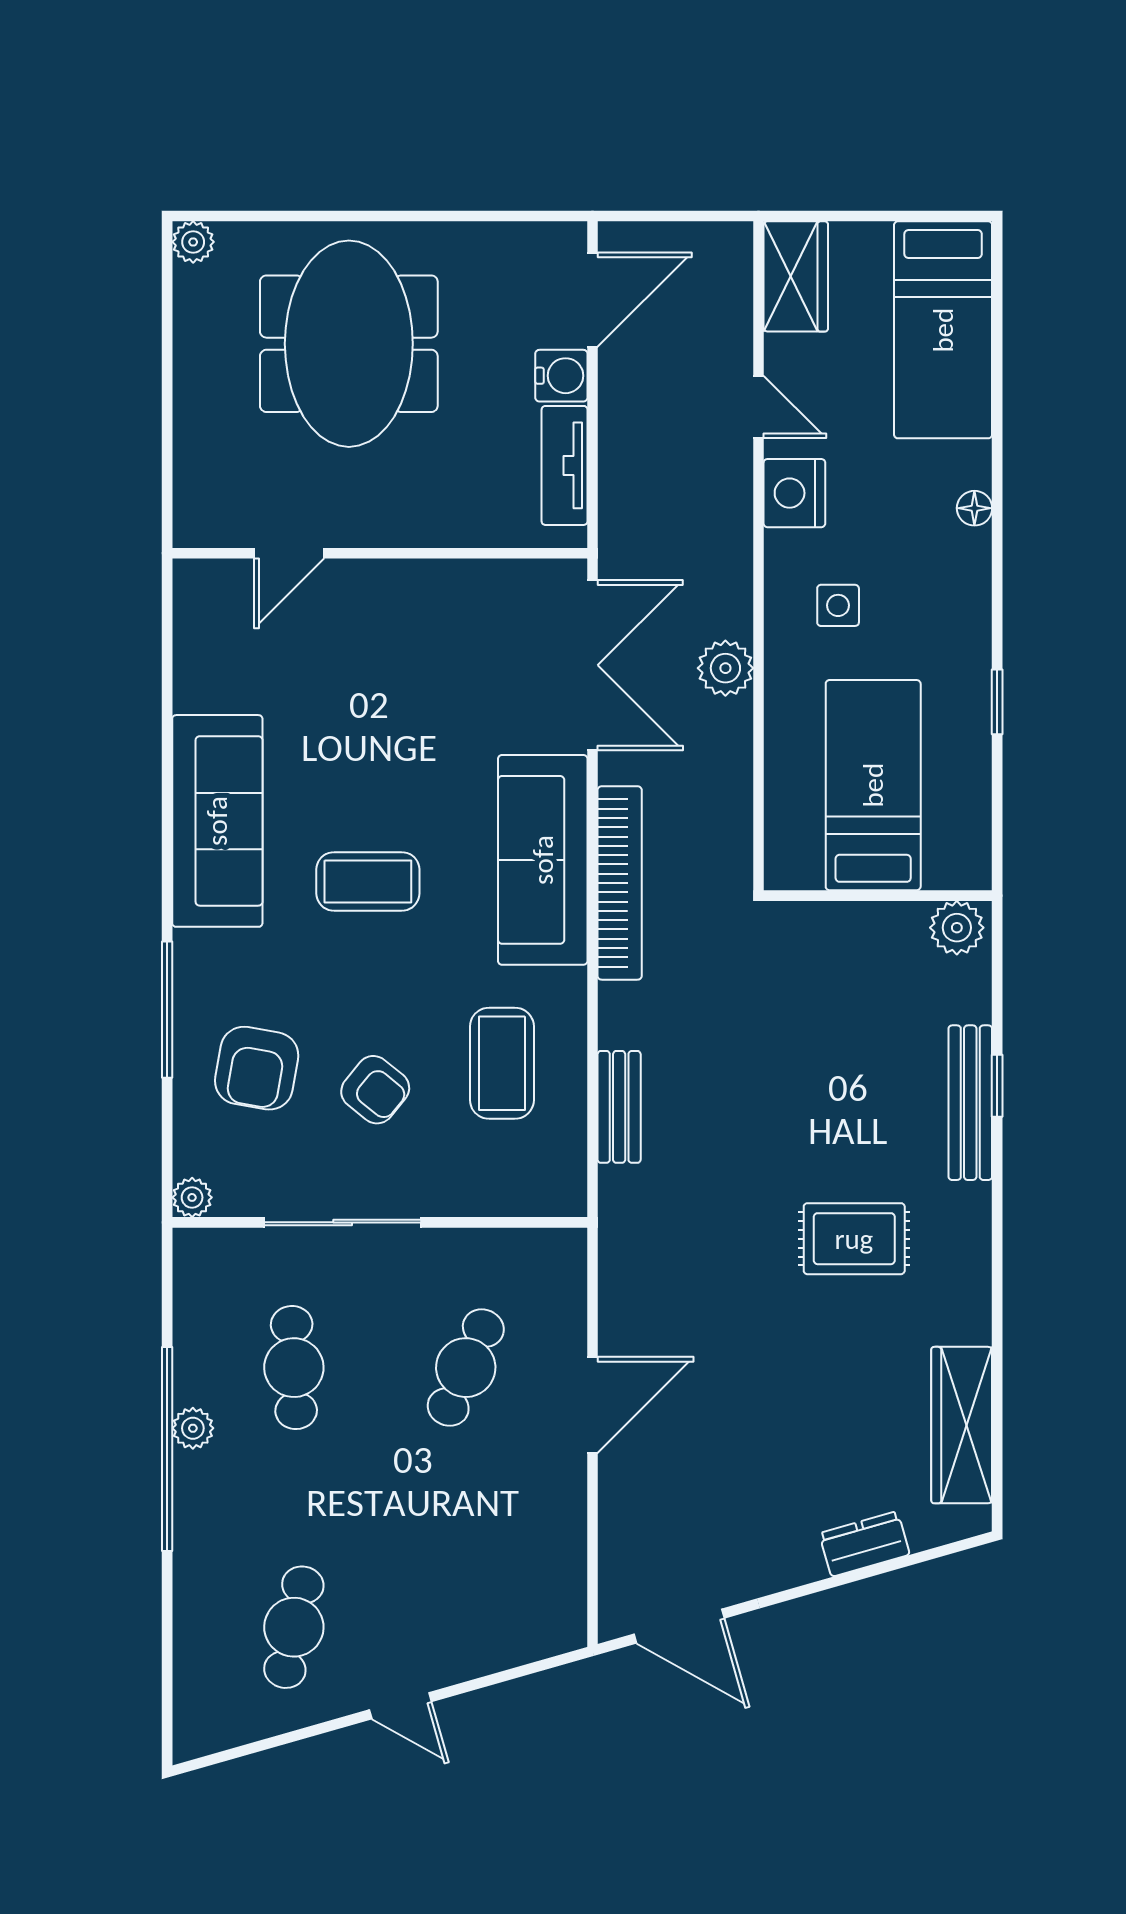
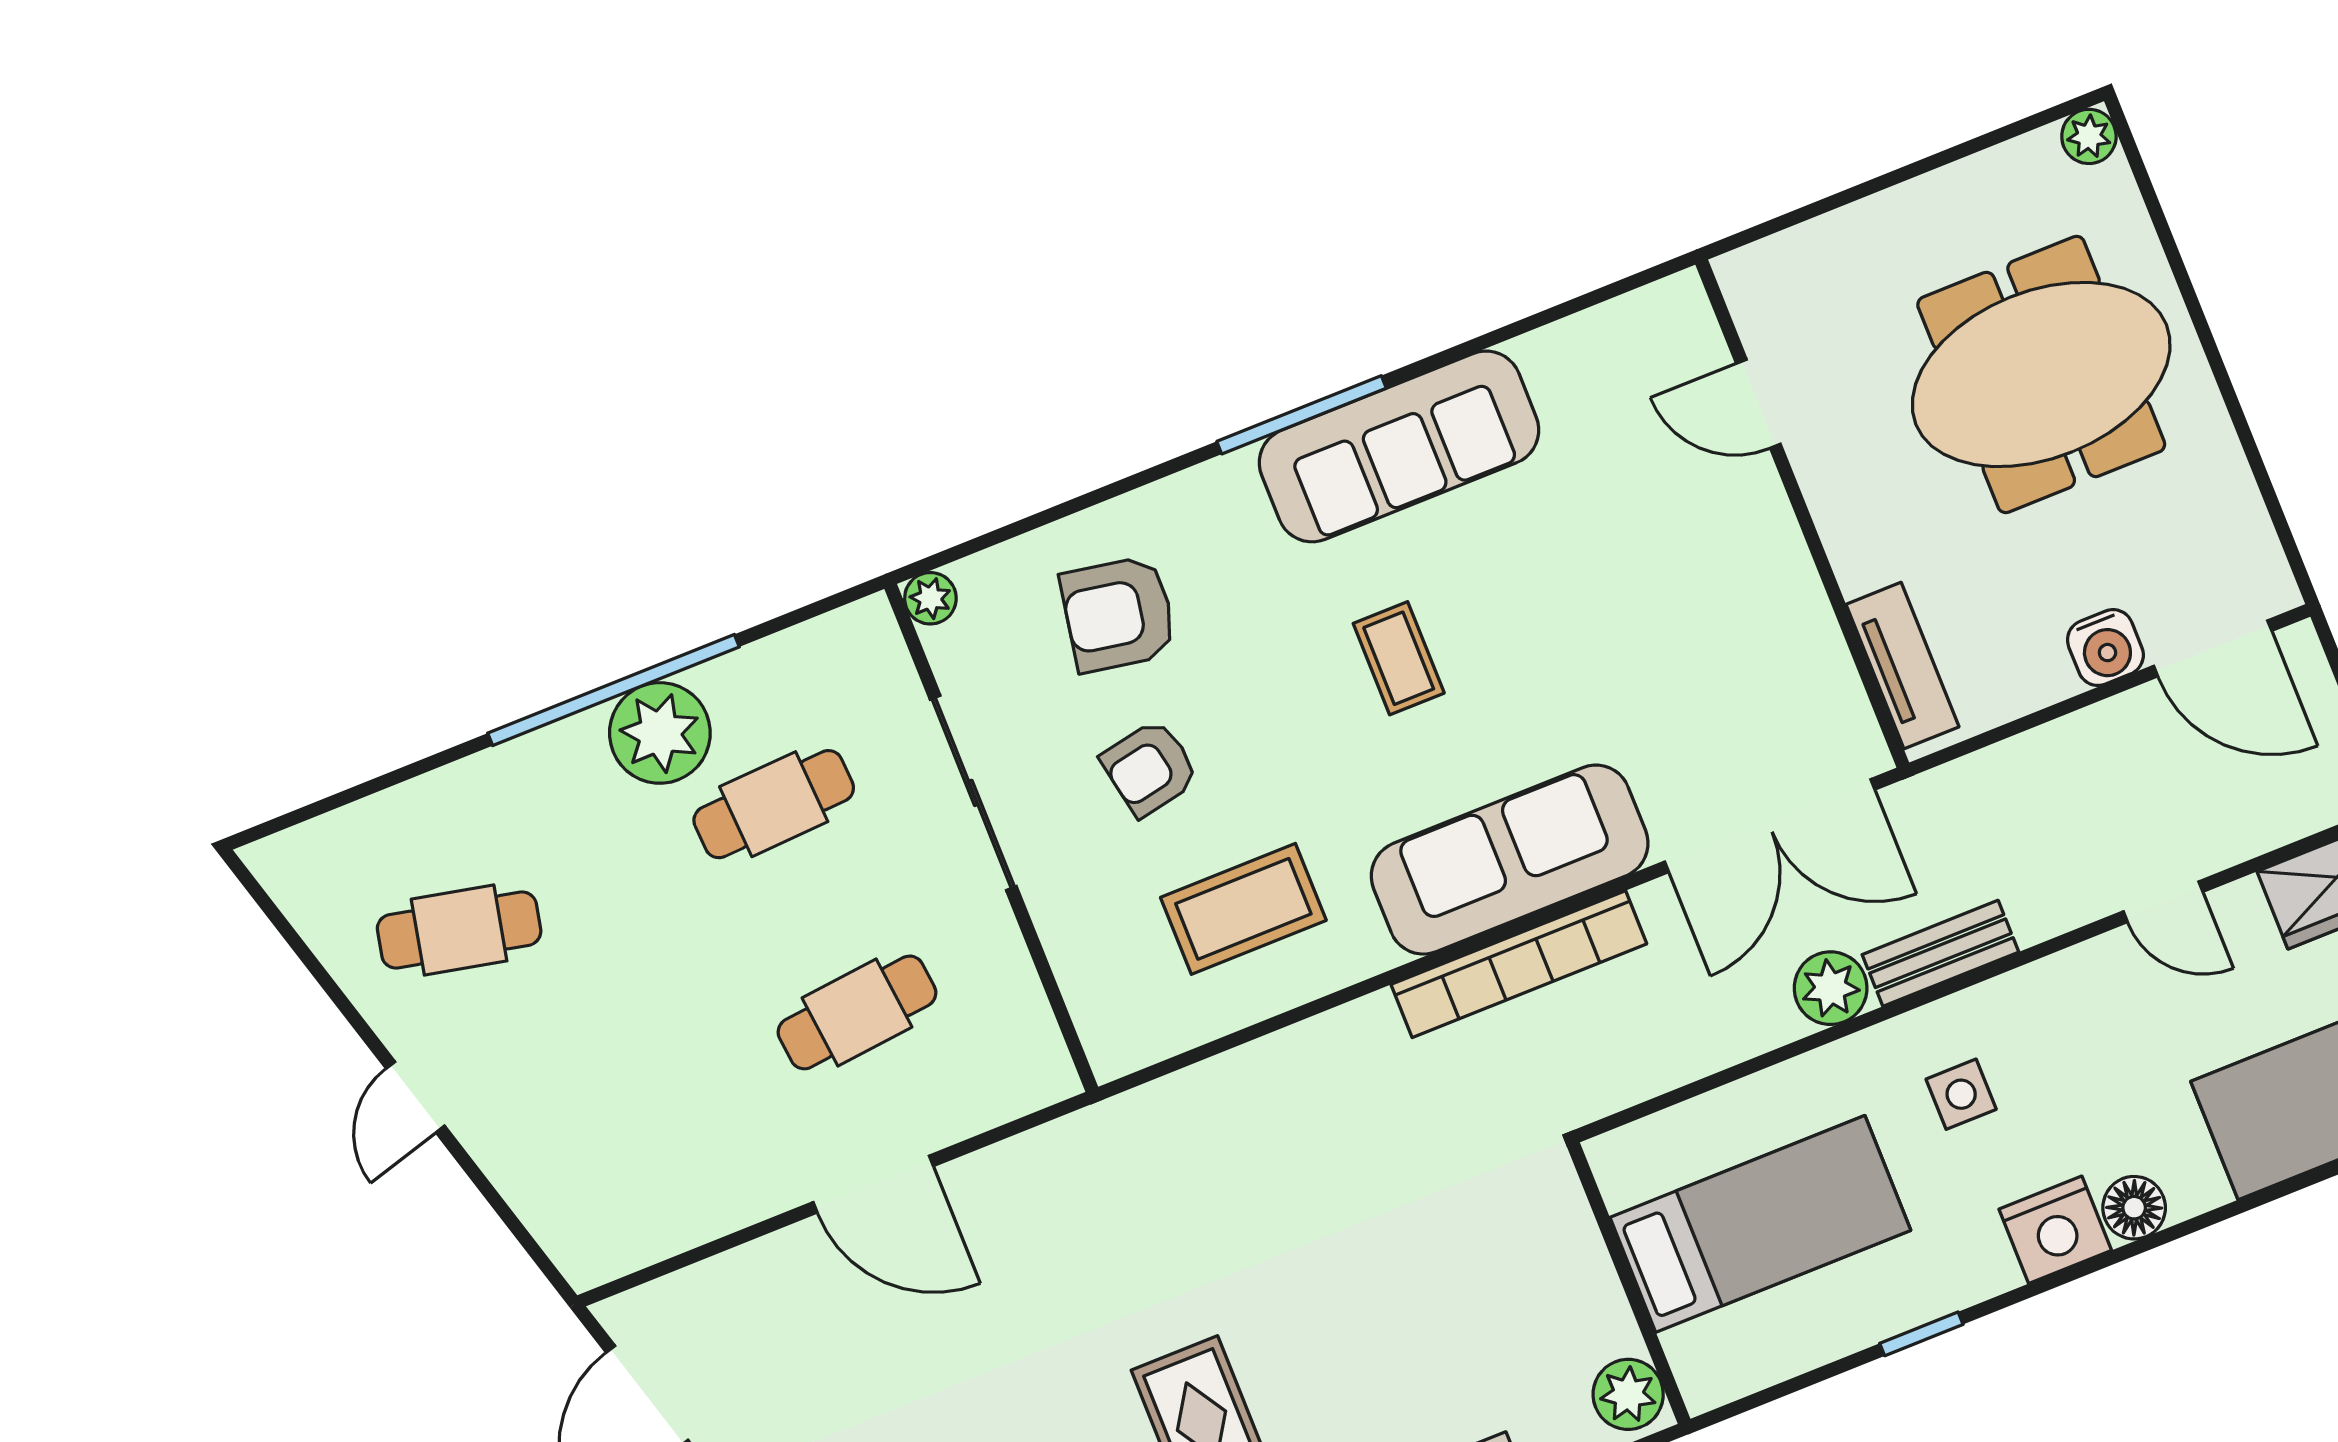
door: (759, 407) -> (2163, 902), hinge flipped
tv unit: (565, 465) -> (1902, 666), moved, turned 90
nightstand: (794, 493) -> (2055, 1230), moved, turned 180
floor lamp: (974, 508) -> (2134, 1208), width x1.37, depth x1.37
coffee table: (368, 881) -> (1399, 658), width x0.73, depth x0.77
window: (167, 1010) -> (1302, 415), moved
armchair: (375, 1090) -> (1150, 768), turned 40
bench: (619, 1107) -> (1940, 953), moved
cafe table: (466, 1368) -> (857, 1012), turned -30
plant: (193, 1428) -> (660, 733), width x1.87, depth x1.87

